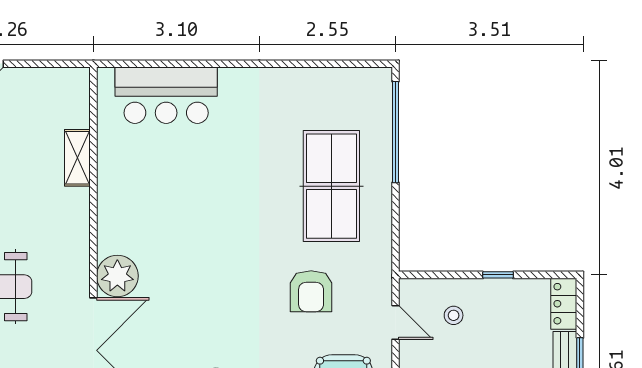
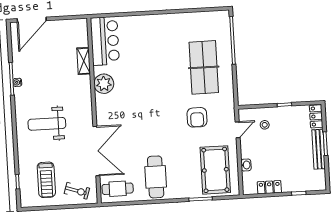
bar counter: (166, 95) -> (105, 41), moved, turned -90
plant: (117, 276) -> (104, 84), moved
door: (395, 322) -> (238, 130), hinge flipped

